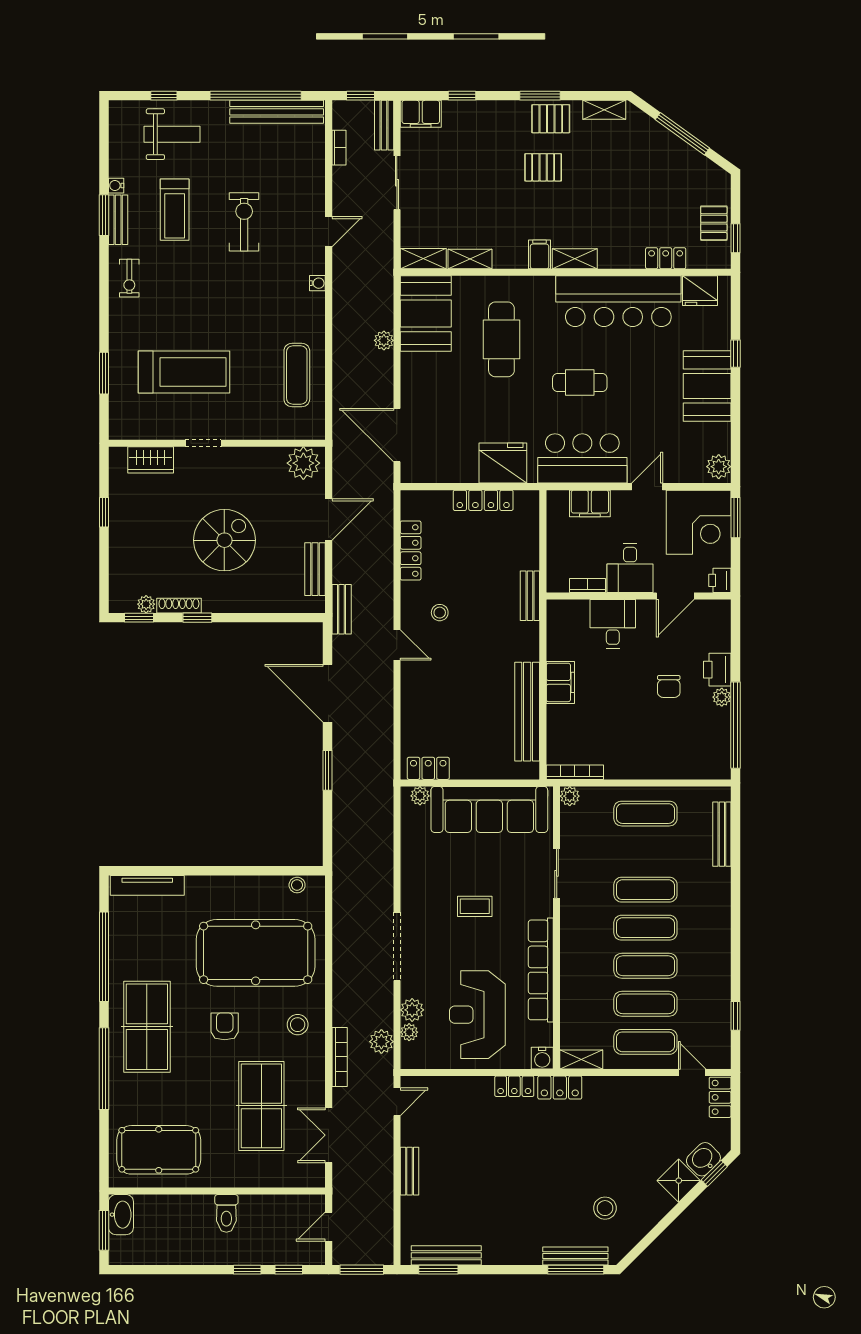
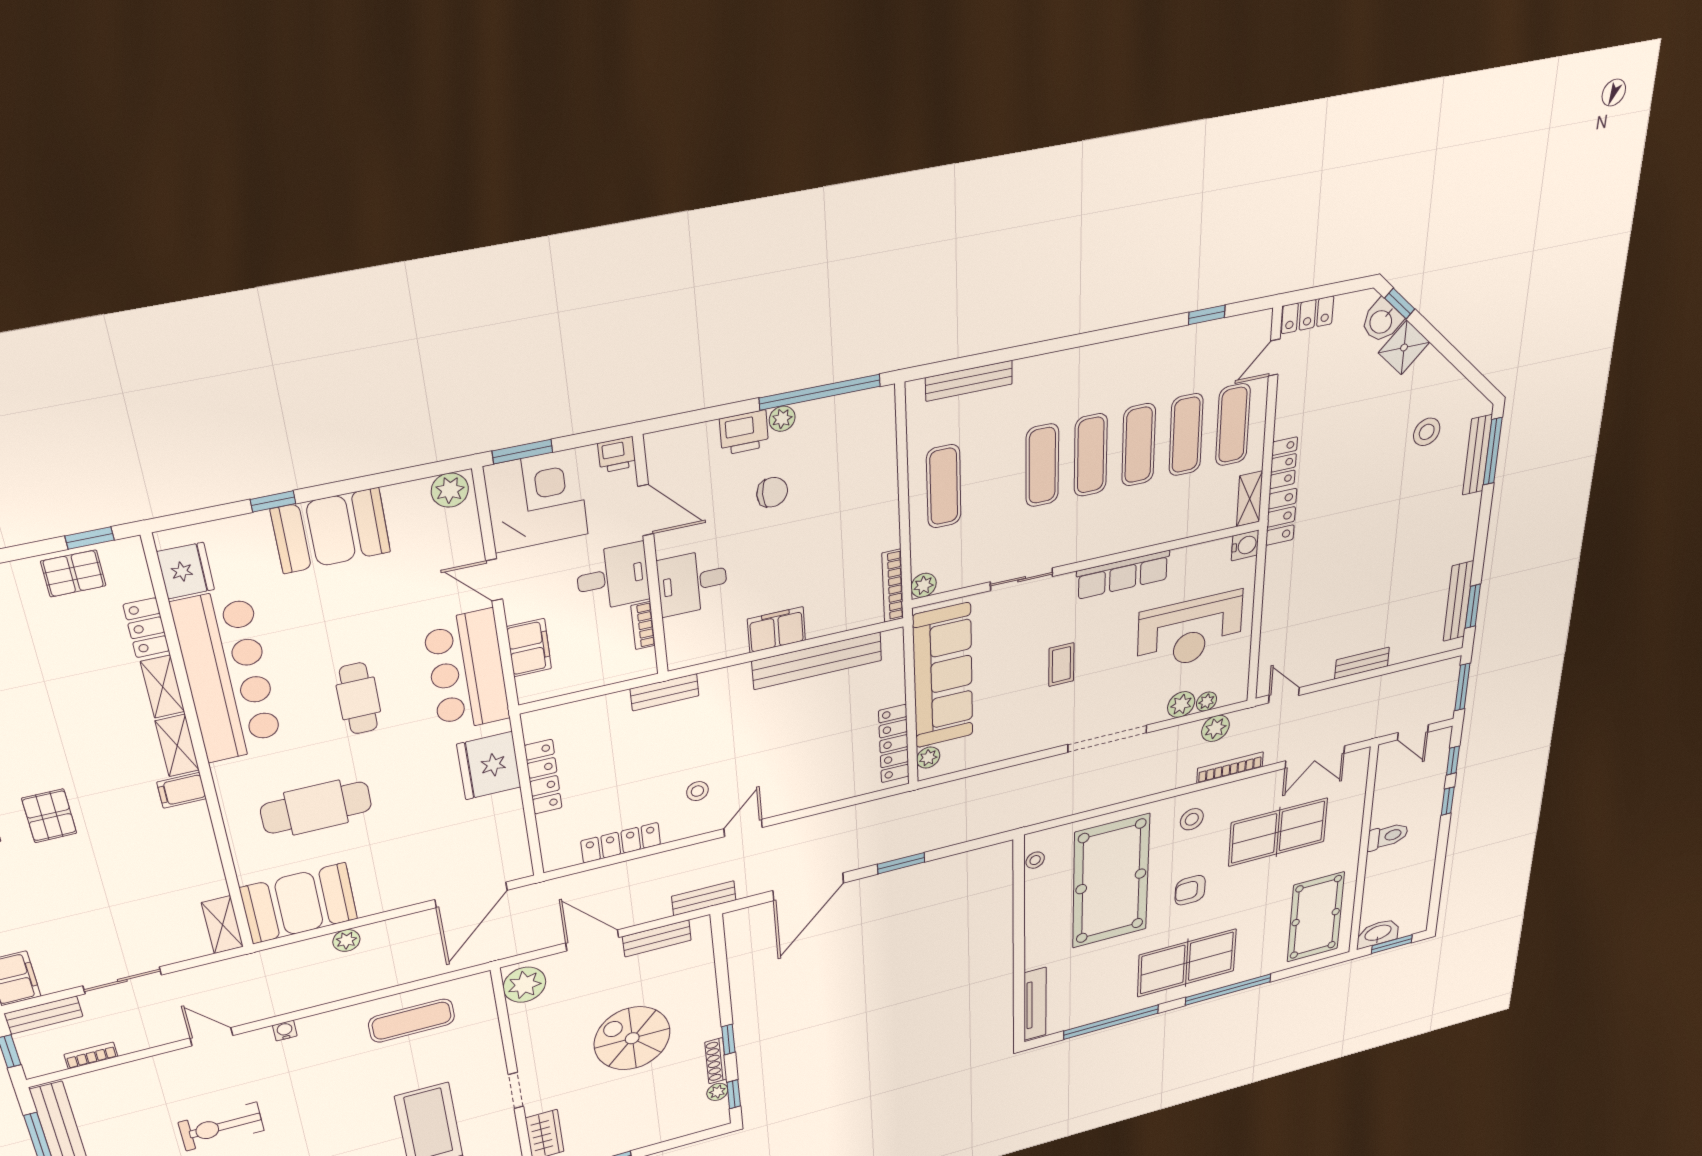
shelving: (470, 259) -> (163, 687), moved
locker: (428, 768) -> (894, 744), width x1.53
row of seats: (541, 970) -> (1123, 575), width x0.73
locker: (514, 1086) -> (1283, 463), moved

